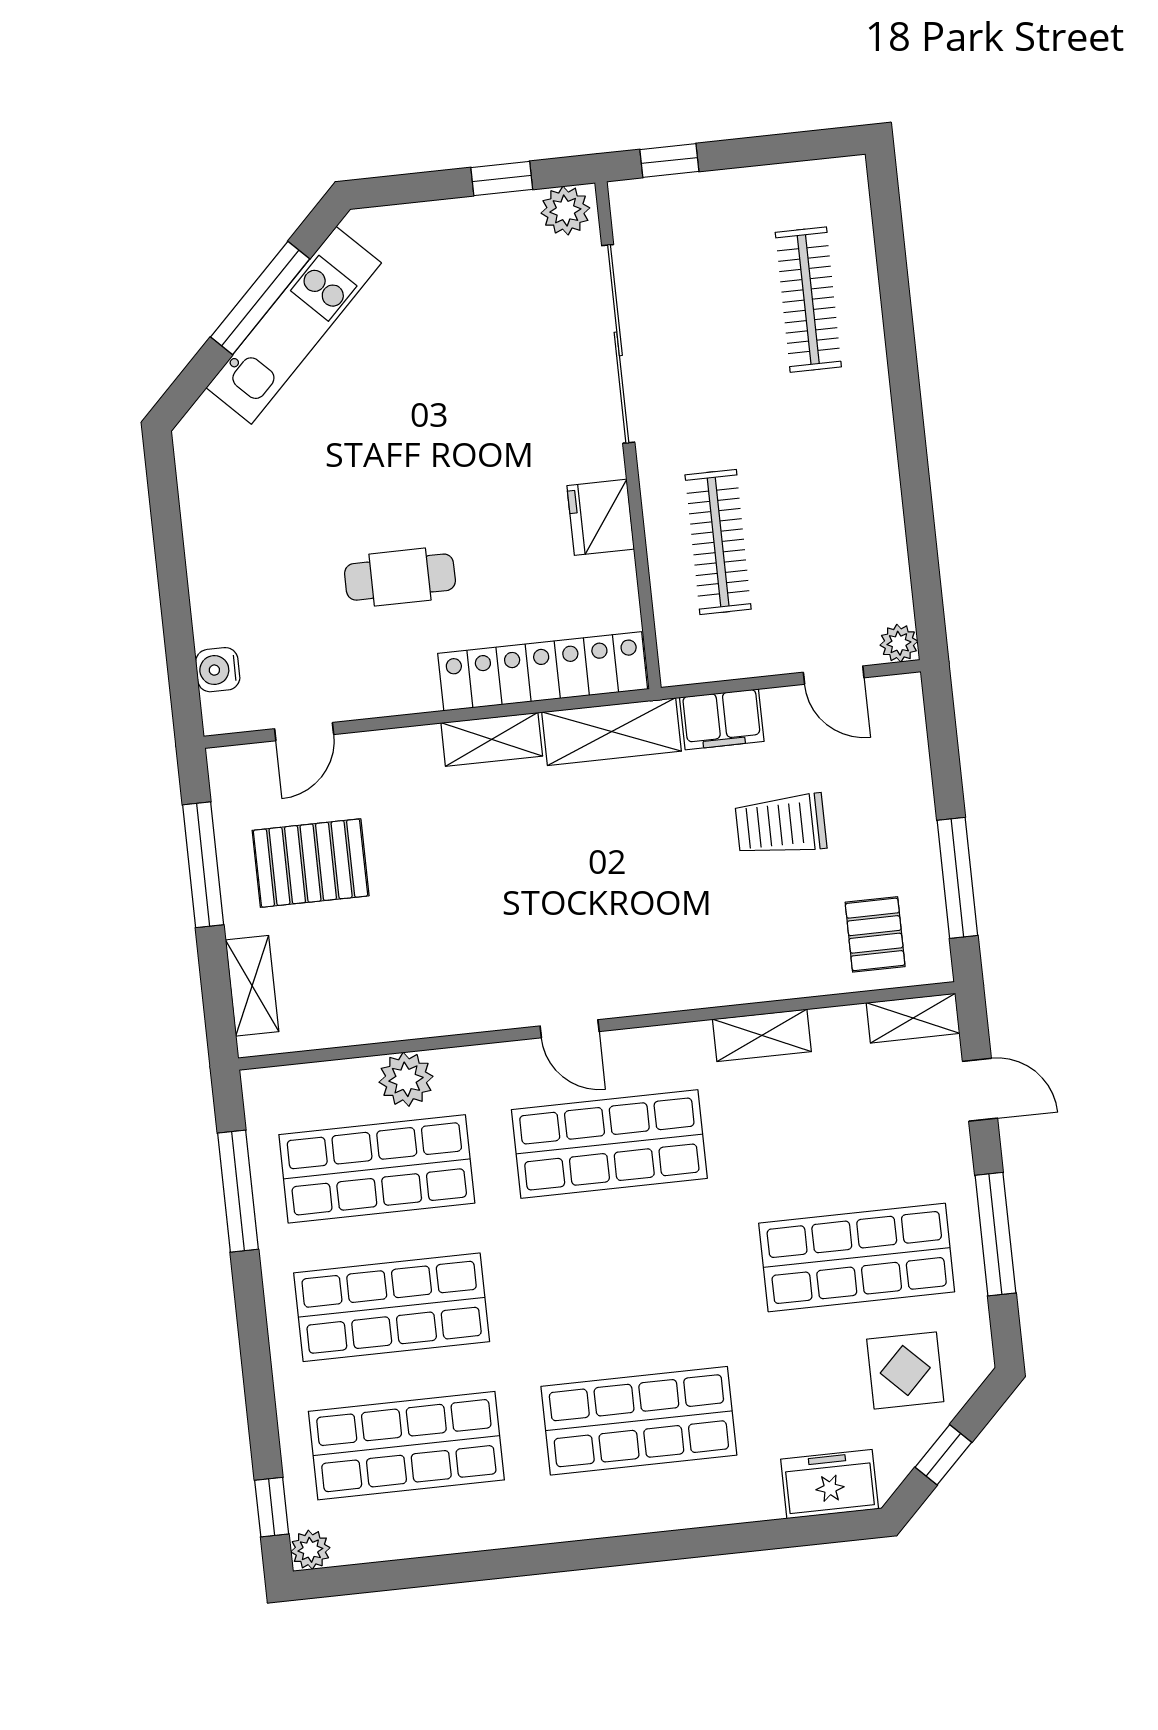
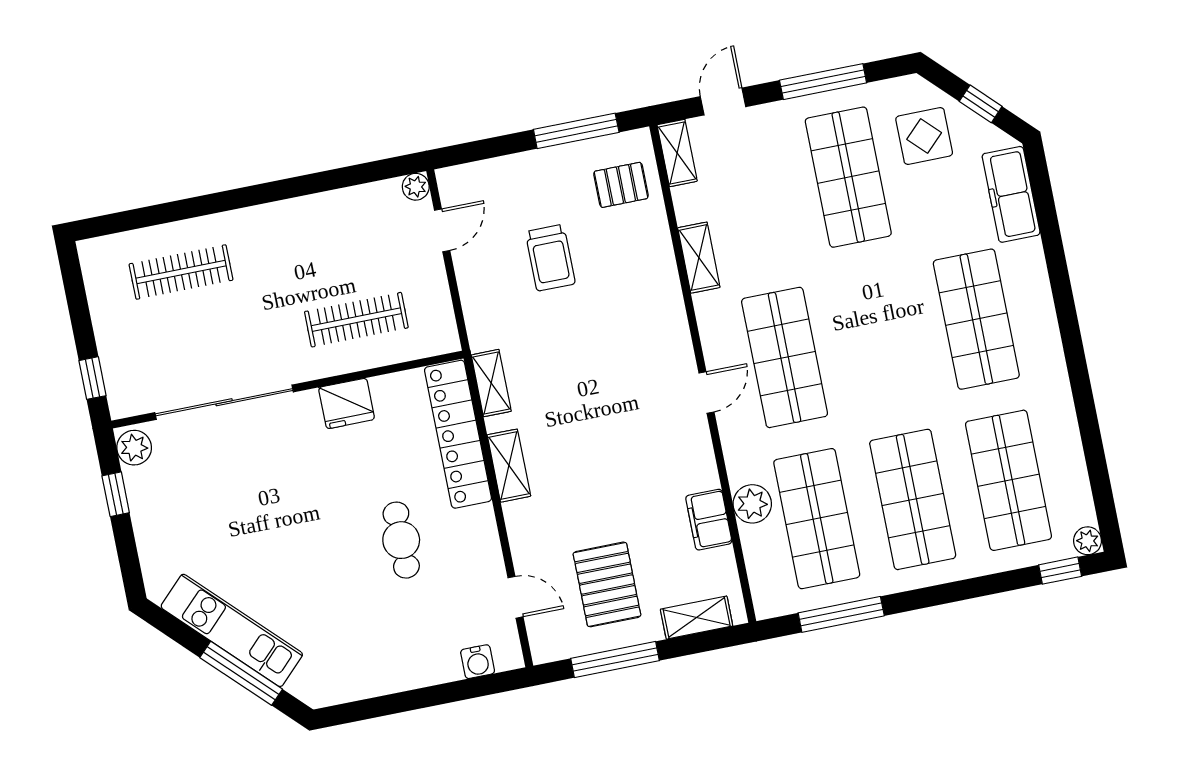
window: (260, 298) -> (241, 673), moved
filing cabinet: (722, 719) -> (709, 520), moved, turned 180
shelving: (612, 732) -> (491, 383), width x0.67, depth x0.75
freezer: (830, 1484) -> (1011, 194), width x1.40

